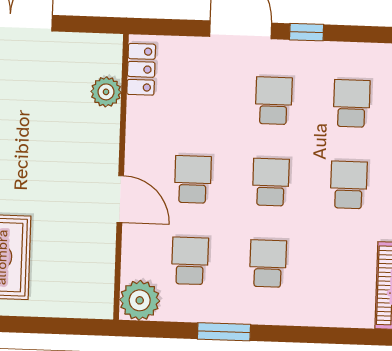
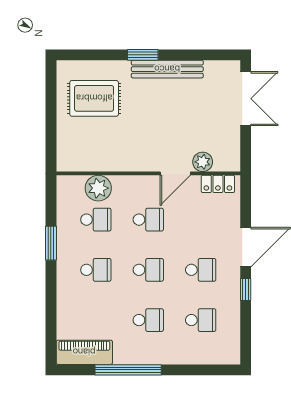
door: (120, 199) -> (175, 173), moved
plant: (140, 300) -> (98, 188), moved

